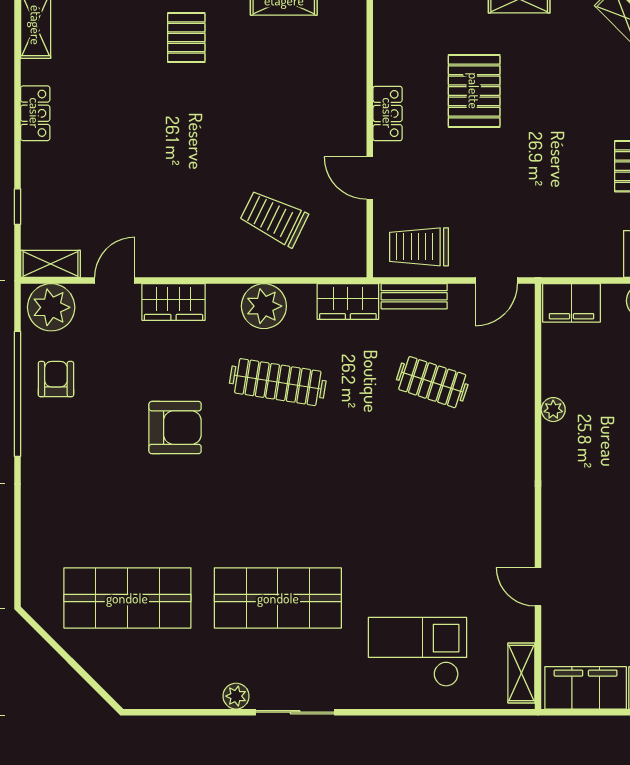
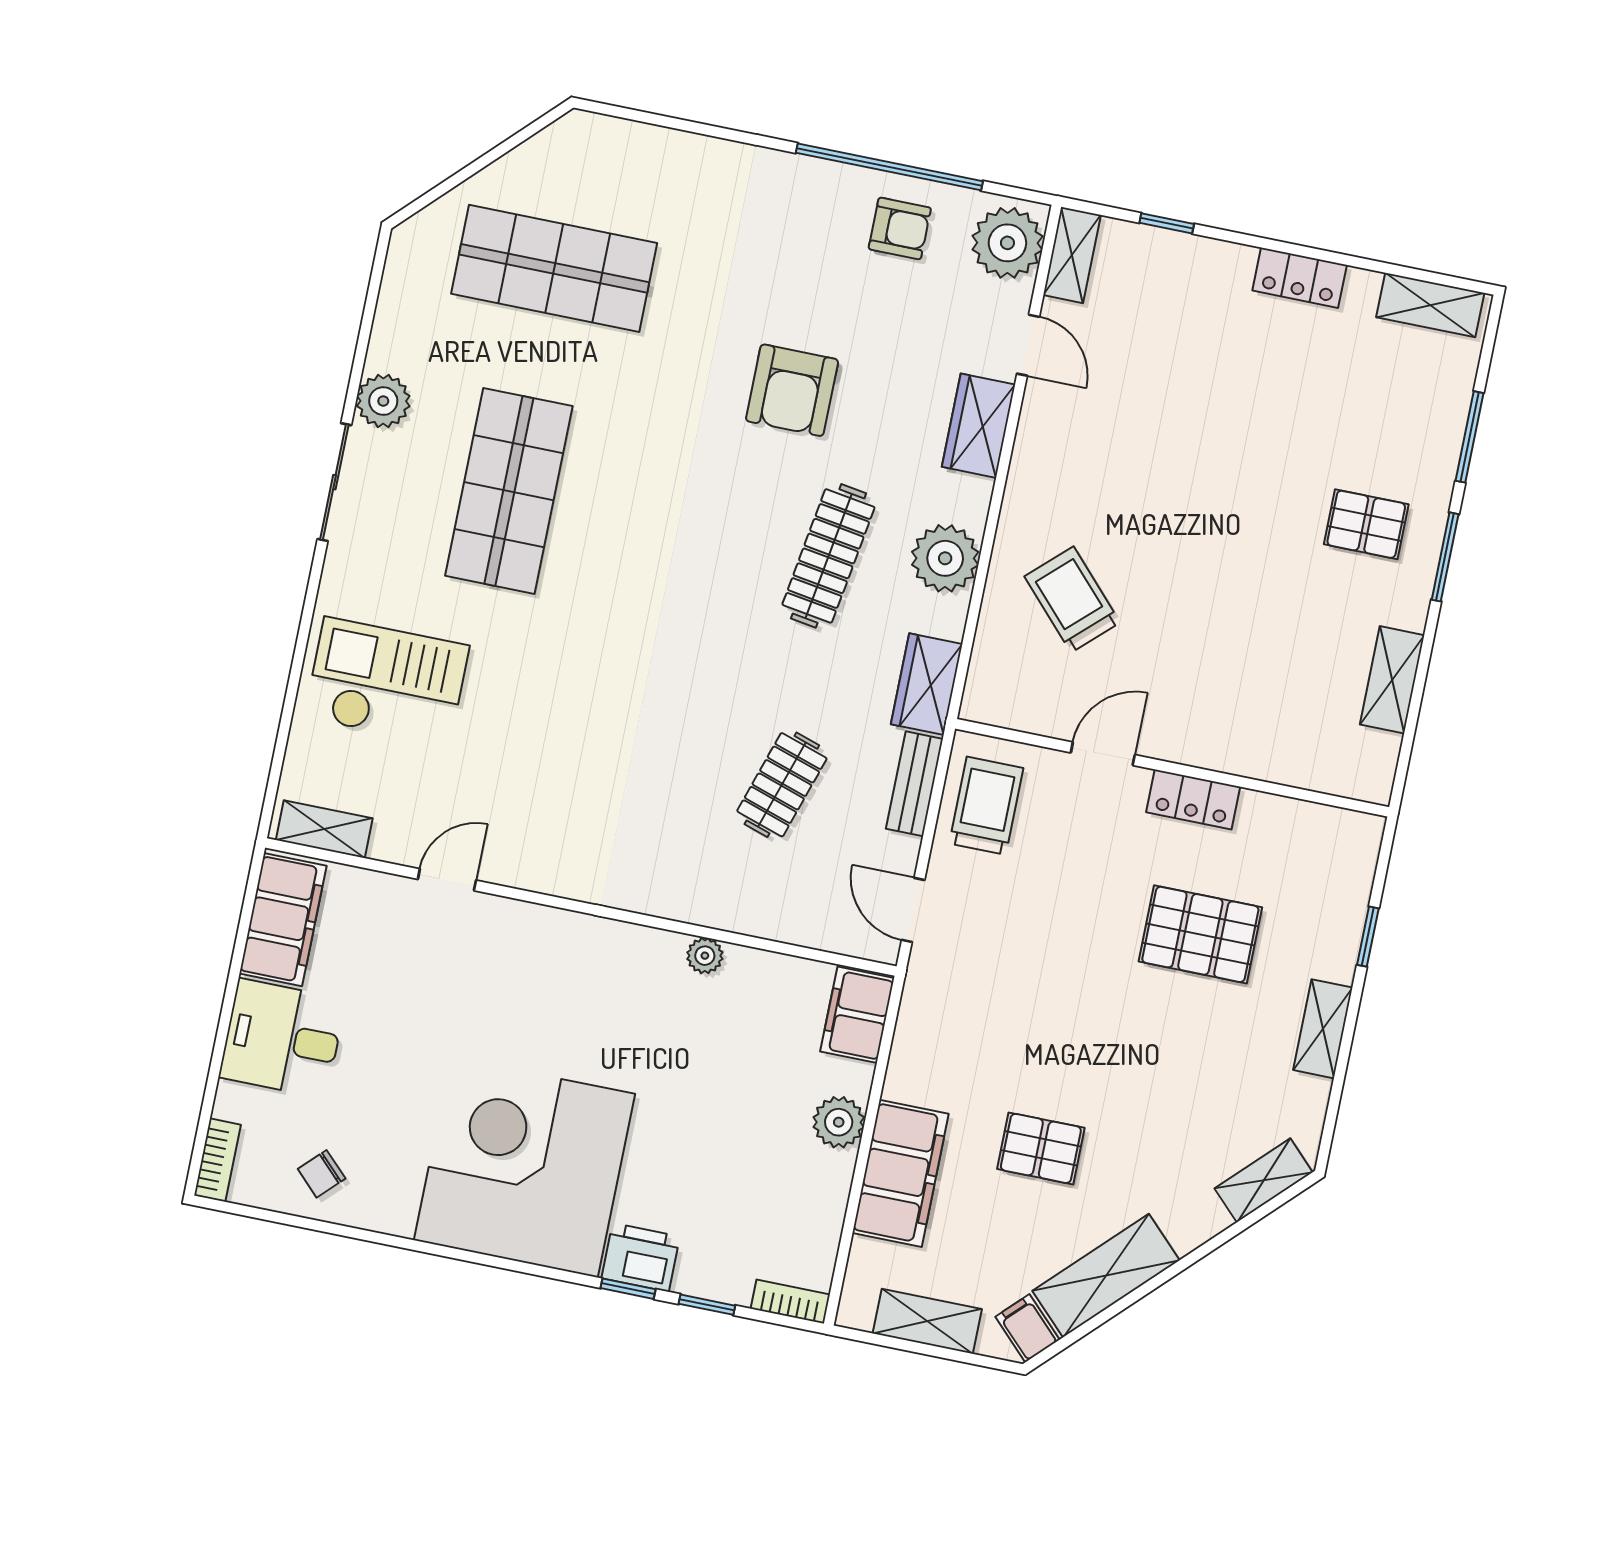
trolley: (274, 218) -> (1072, 599), turned -69
shop shelf: (127, 598) -> (554, 268), turned 90
checkout: (418, 652) -> (387, 682), turned -90
plant: (236, 696) -> (383, 401), width x1.38, depth x1.38

